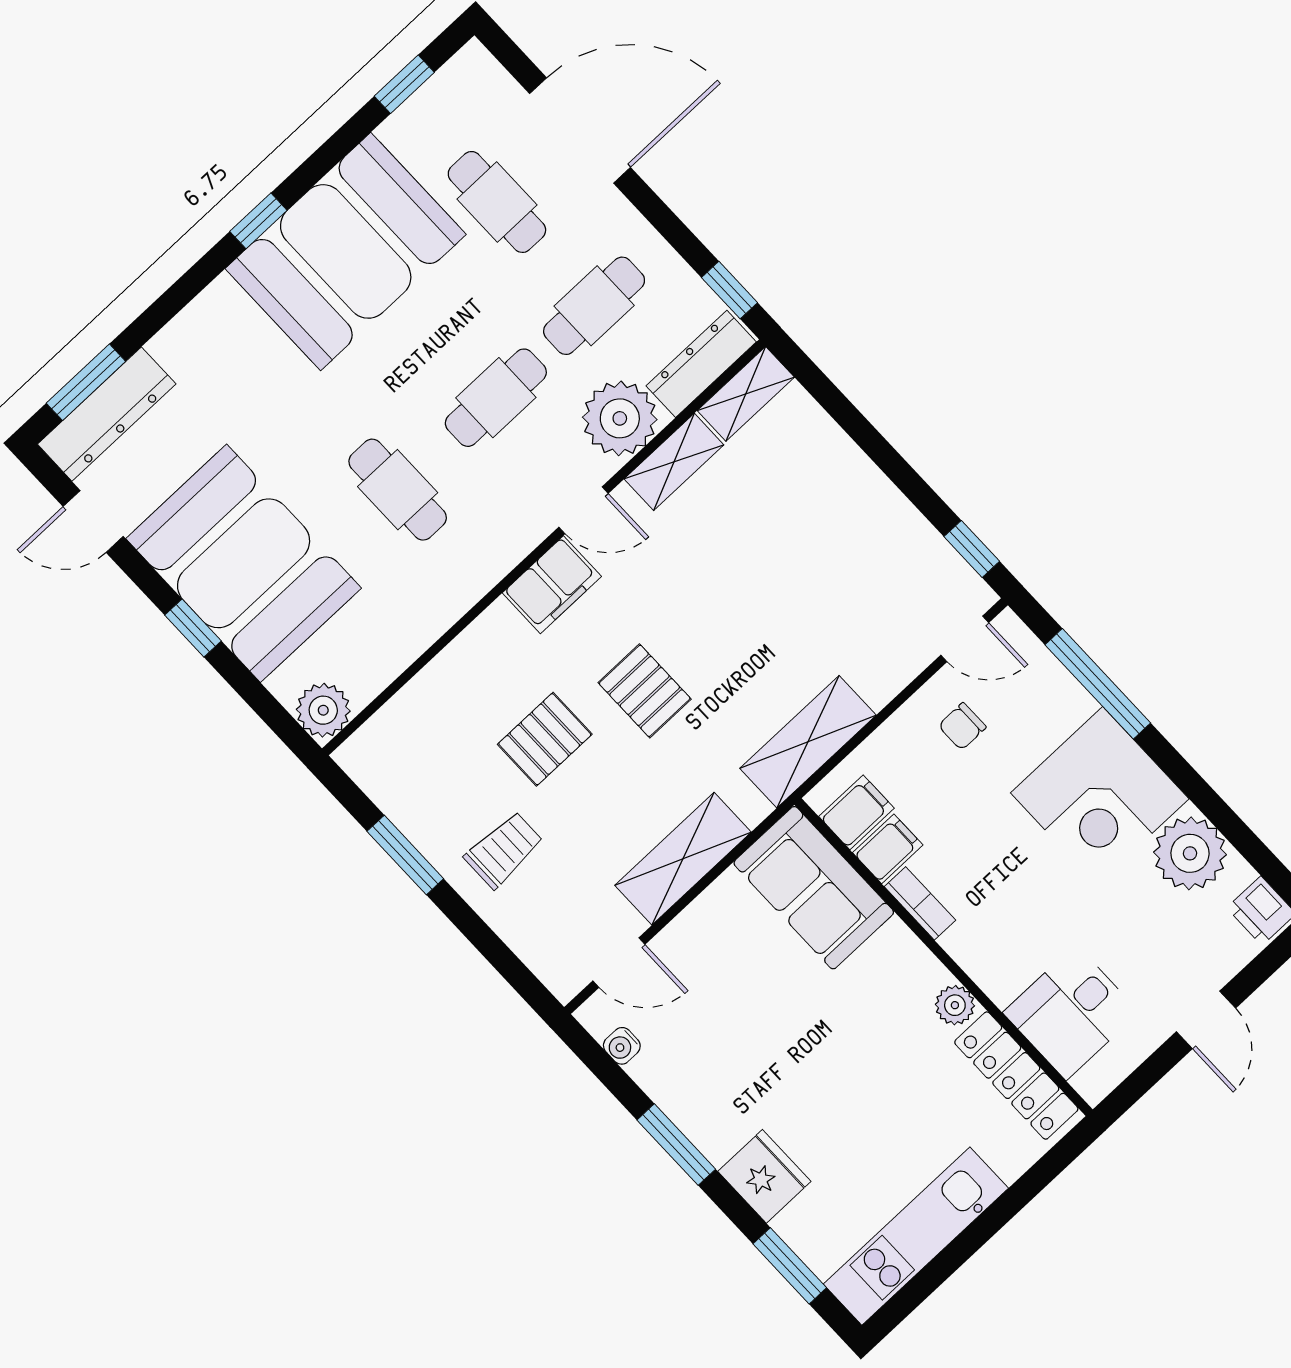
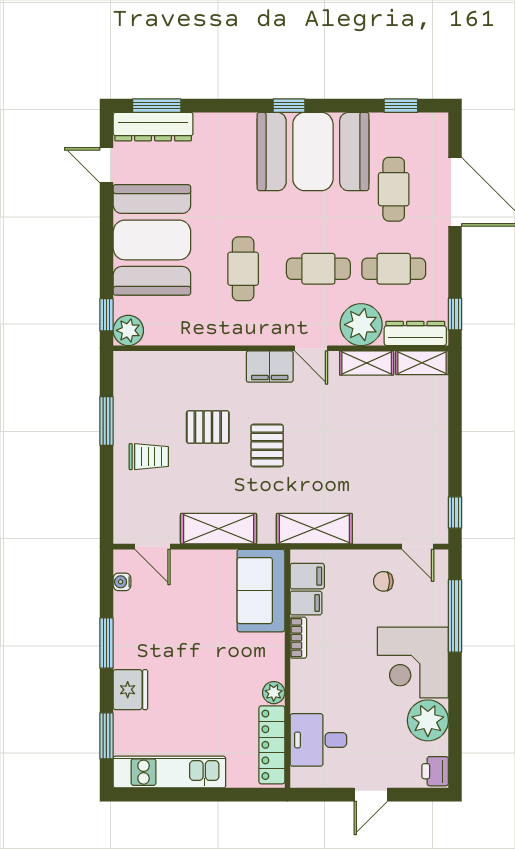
window: (193, 628) -> (106, 315), moved

